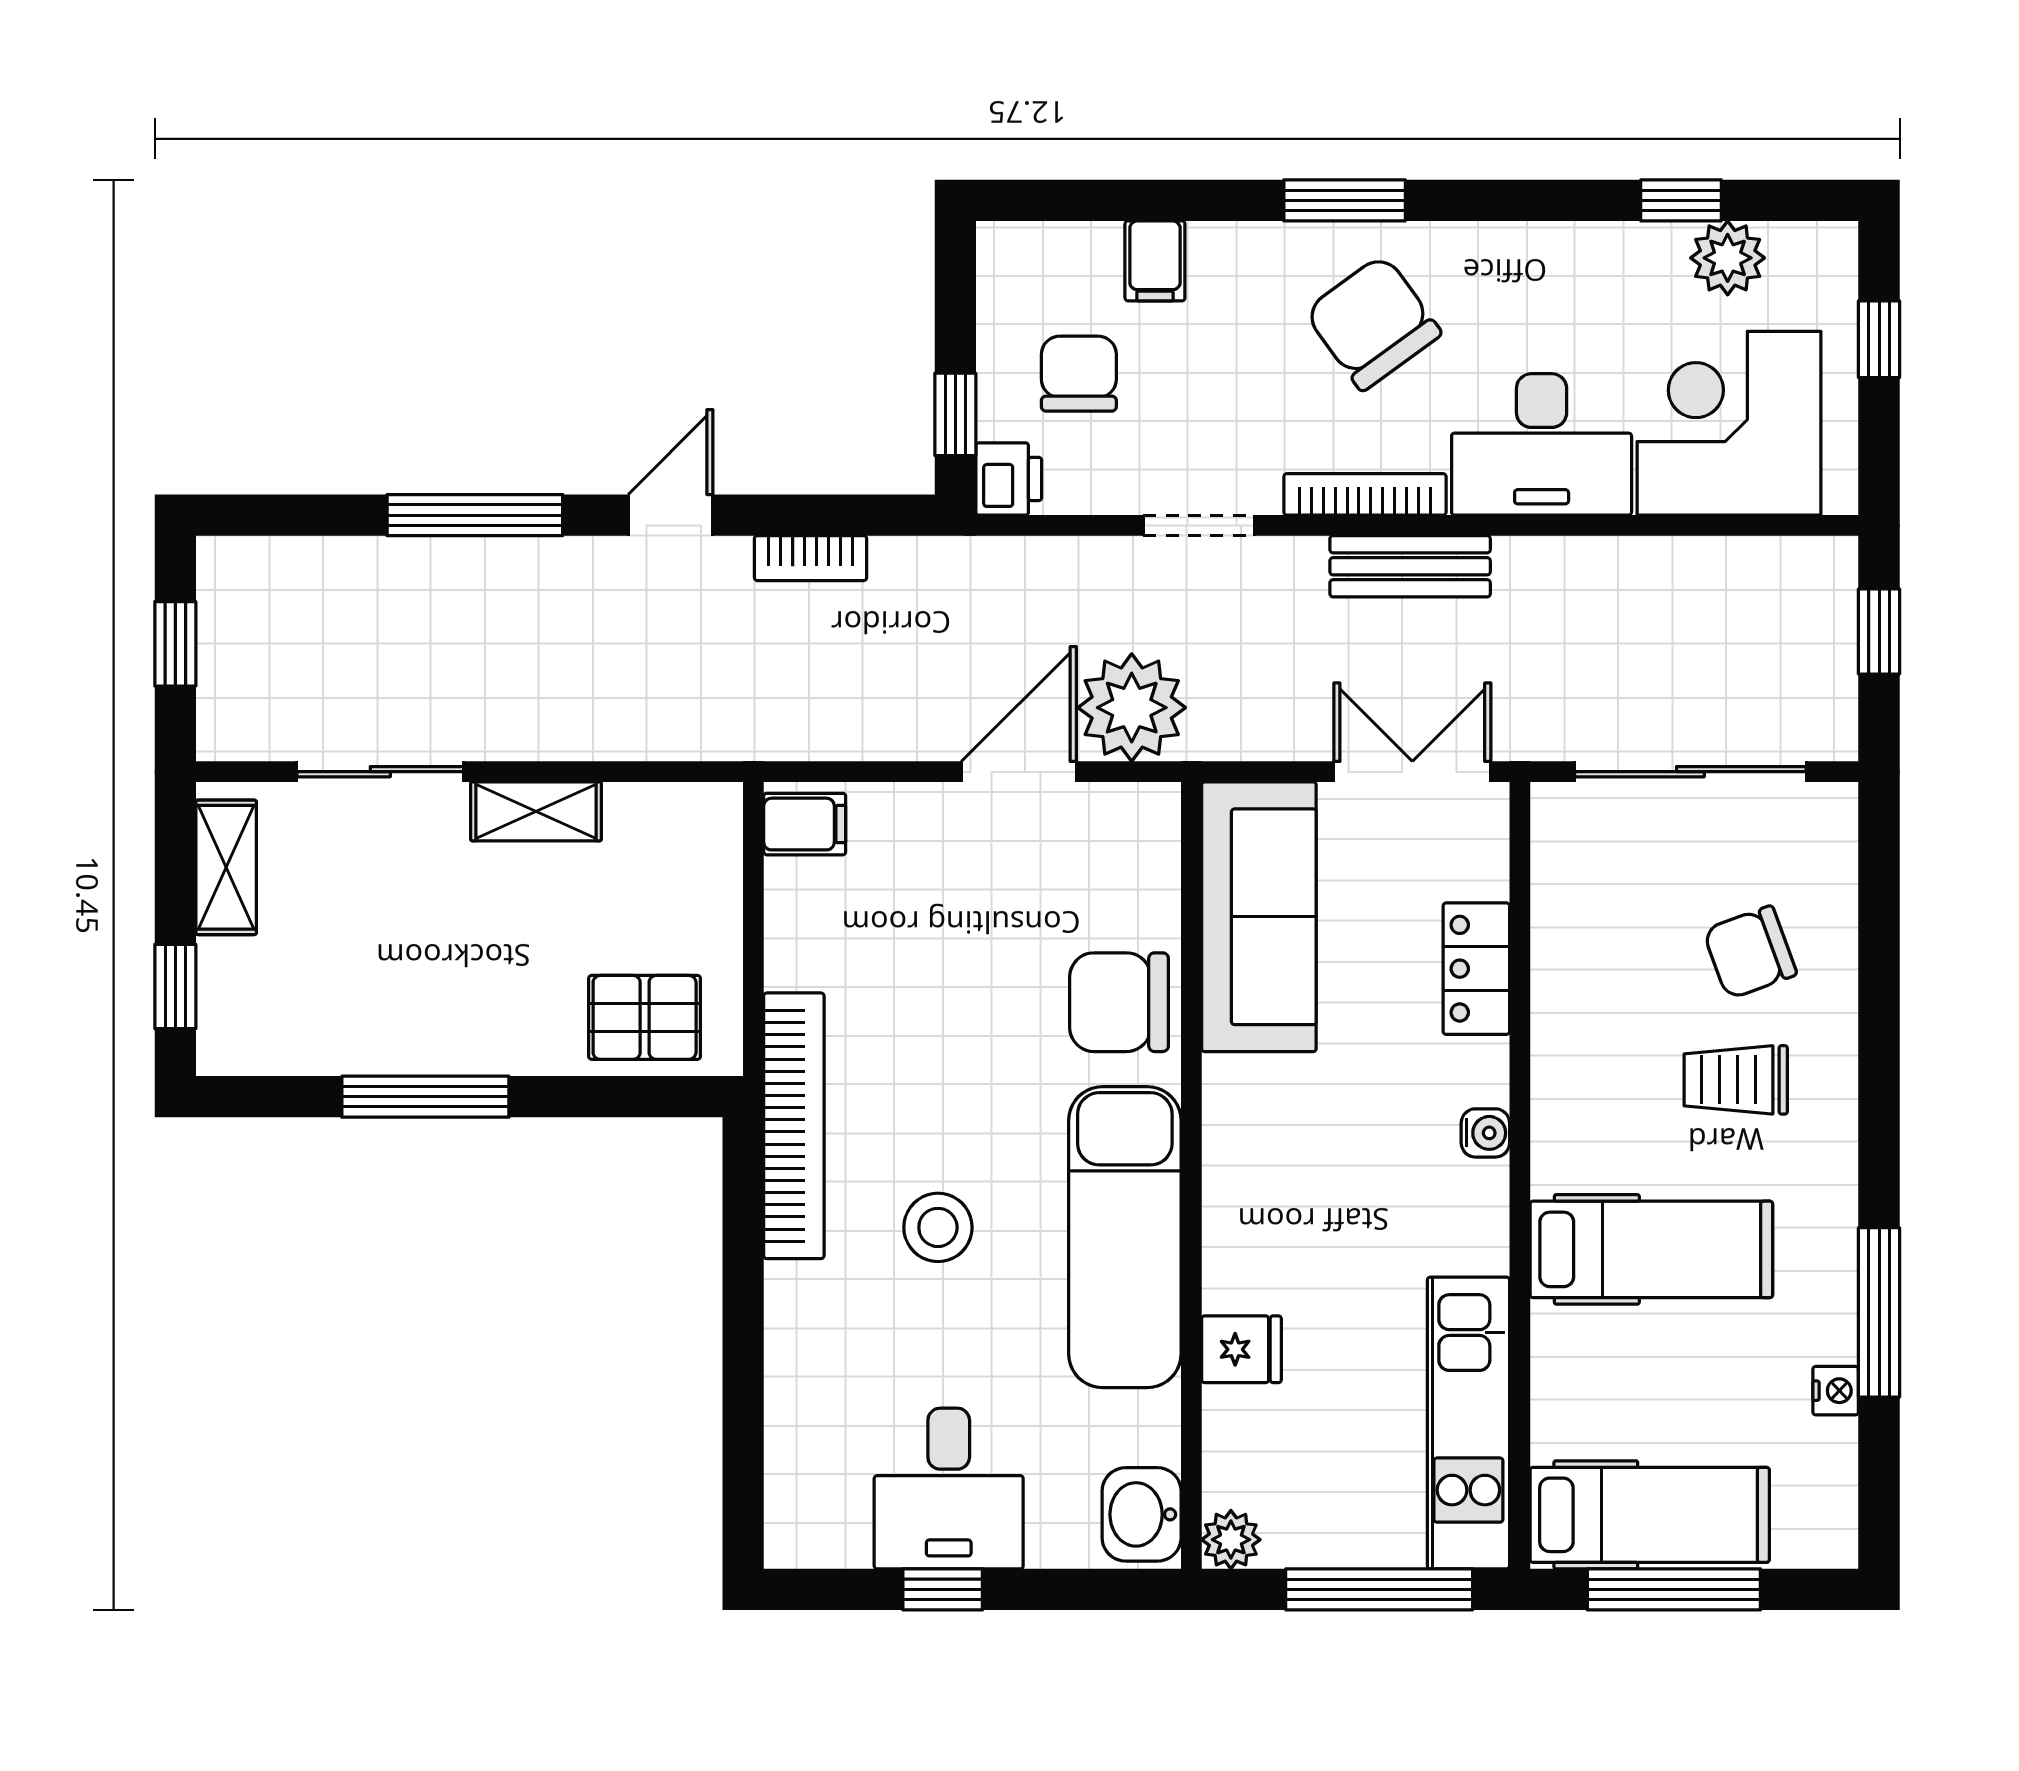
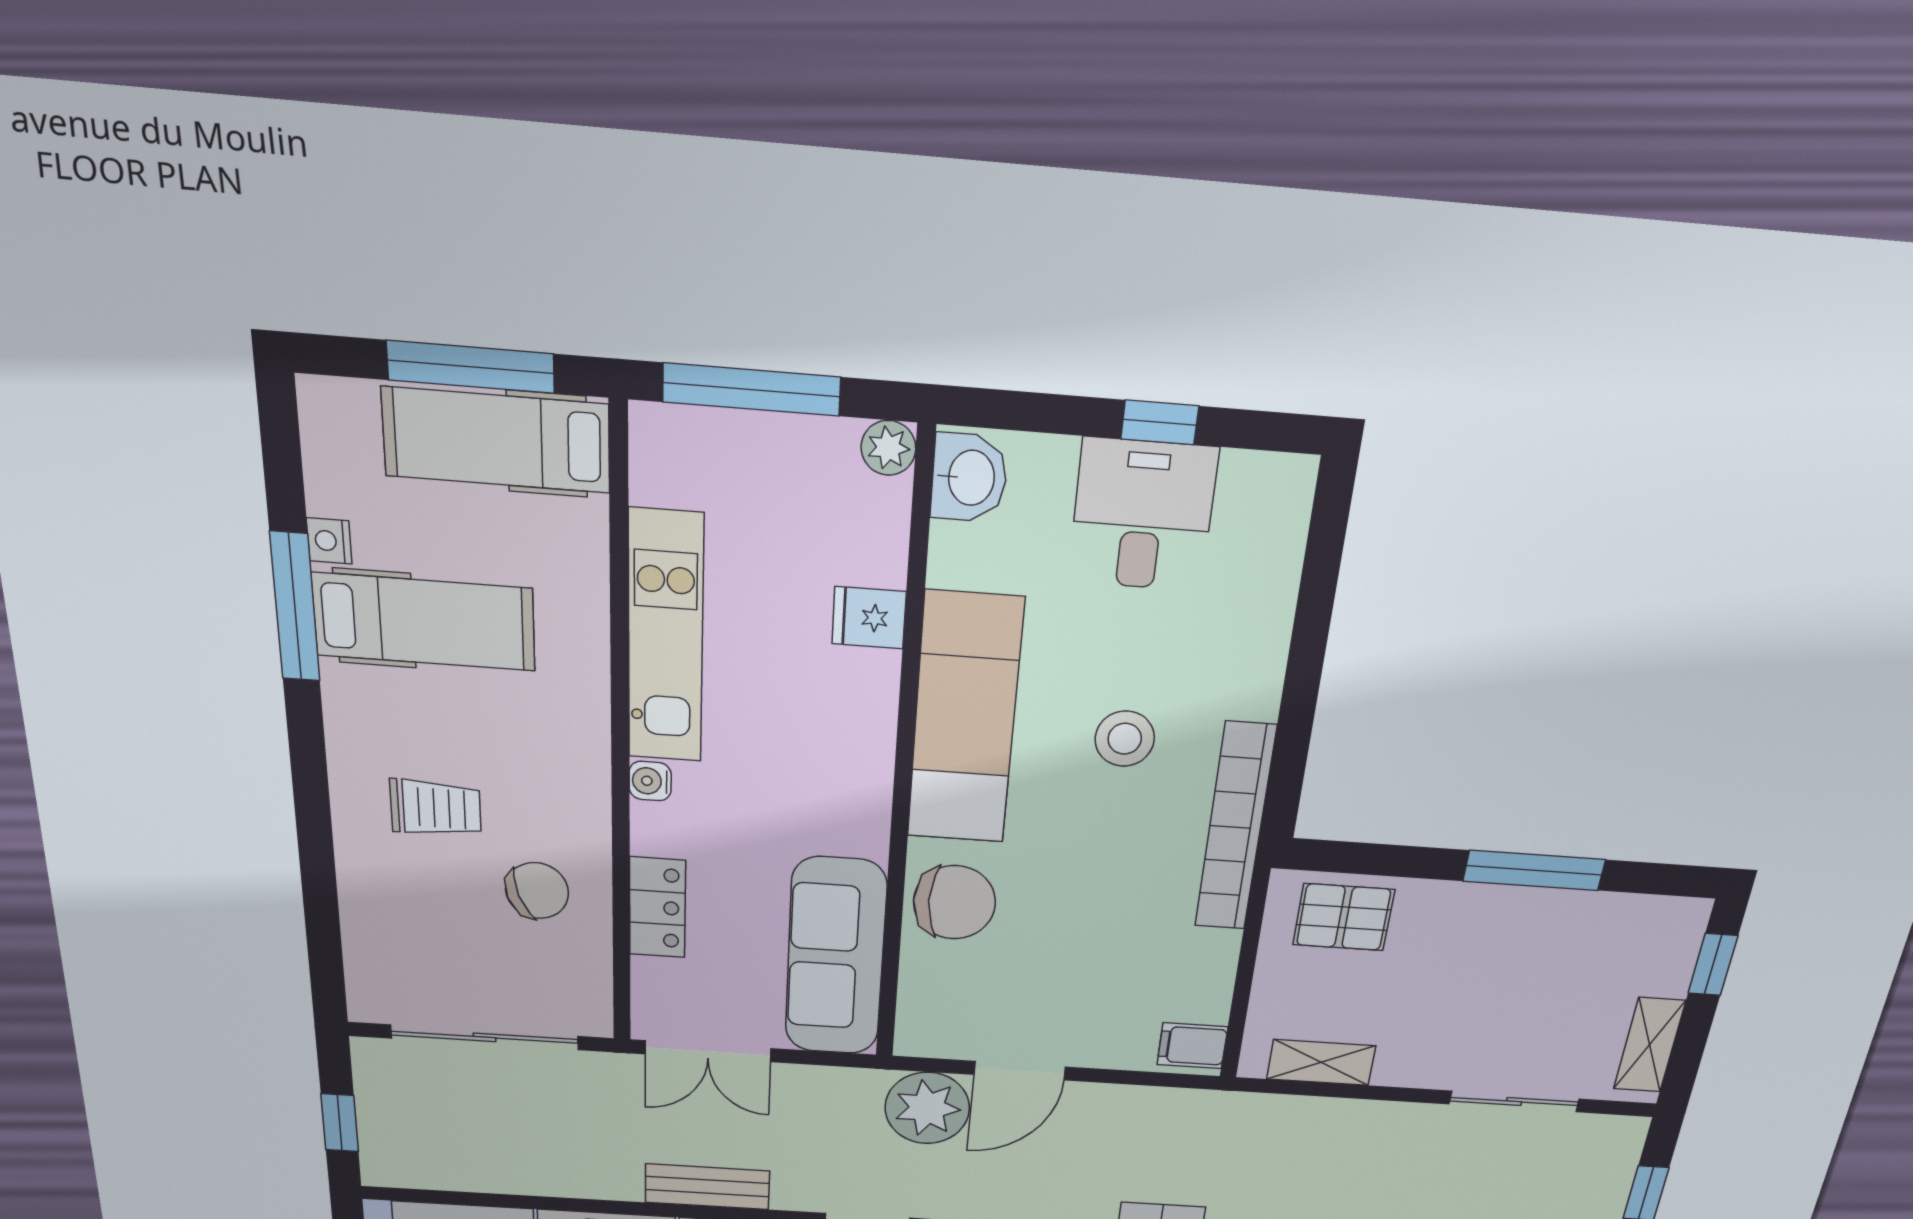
shelving: (536, 811) -> (1321, 1062), moved
chair: (1750, 952) -> (537, 891), moved
hospital bed: (1651, 1249) -> (424, 622), moved, turned 180
kitchen unit: (1468, 1423) -> (666, 638), moved

